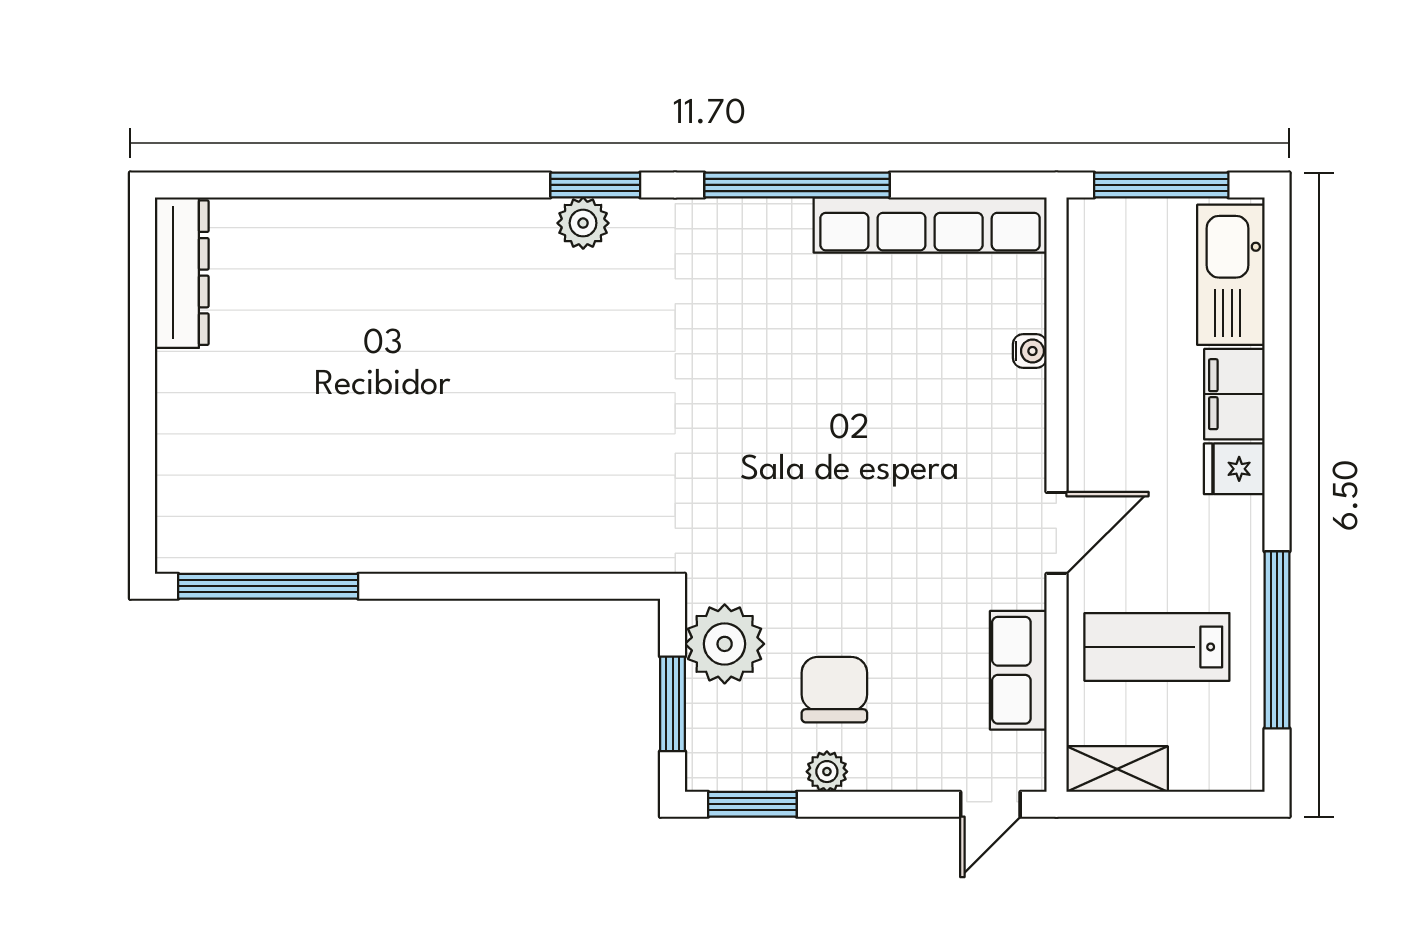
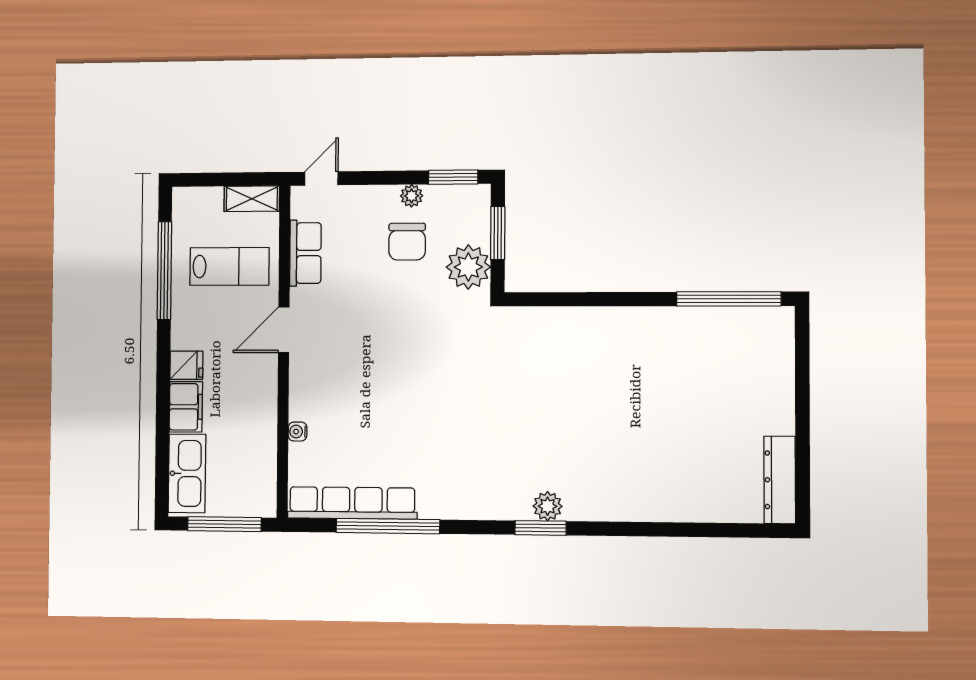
window: (797, 185) -> (388, 526), moved

